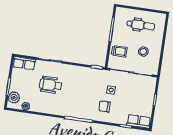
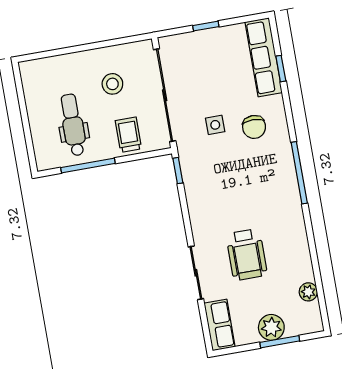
dental chair: (141, 25) -> (73, 125), moved
plant: (14, 97) -> (271, 327), moved
row of seats: (139, 121) -> (264, 57), width x1.48

